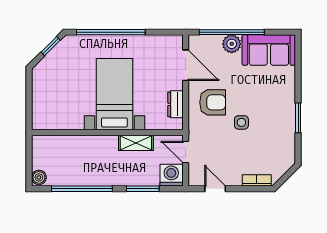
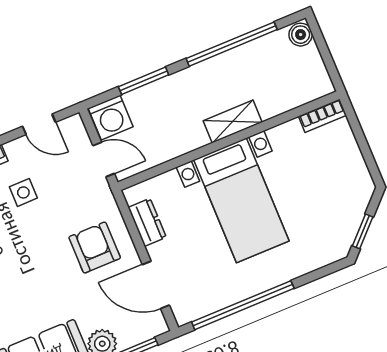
window: (111, 32) -> (243, 305), moved
armchair: (213, 102) -> (95, 248), turned 90
side table: (241, 122) -> (23, 192), moved
bookcase: (46, 124) -> (322, 116), added
shelving: (136, 143) -> (233, 122), moved

